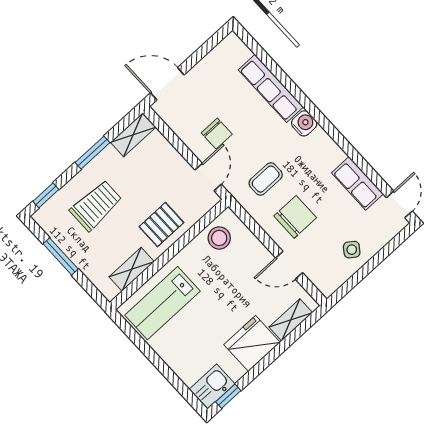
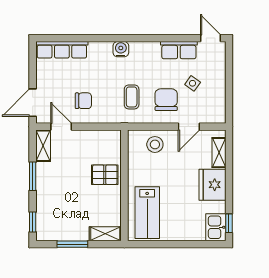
row of seats: (271, 88) -> (62, 50), moved
door: (208, 177) -> (61, 127), moved
trolley: (96, 205) -> (63, 200), removed
pallet: (161, 225) -> (105, 175), turned 90
stool: (219, 238) -> (155, 144), moved
side table: (352, 250) -> (193, 83), moved
shelving: (132, 269) -> (105, 234), moved, turned 90

